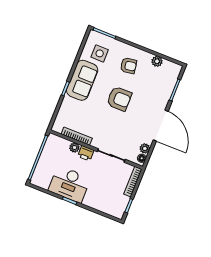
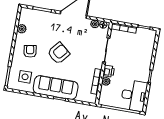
sofa: (82, 80) -> (56, 87), width x1.36
armchair: (119, 99) -> (59, 53), turned 40
desk: (69, 184) -> (134, 96), moved

